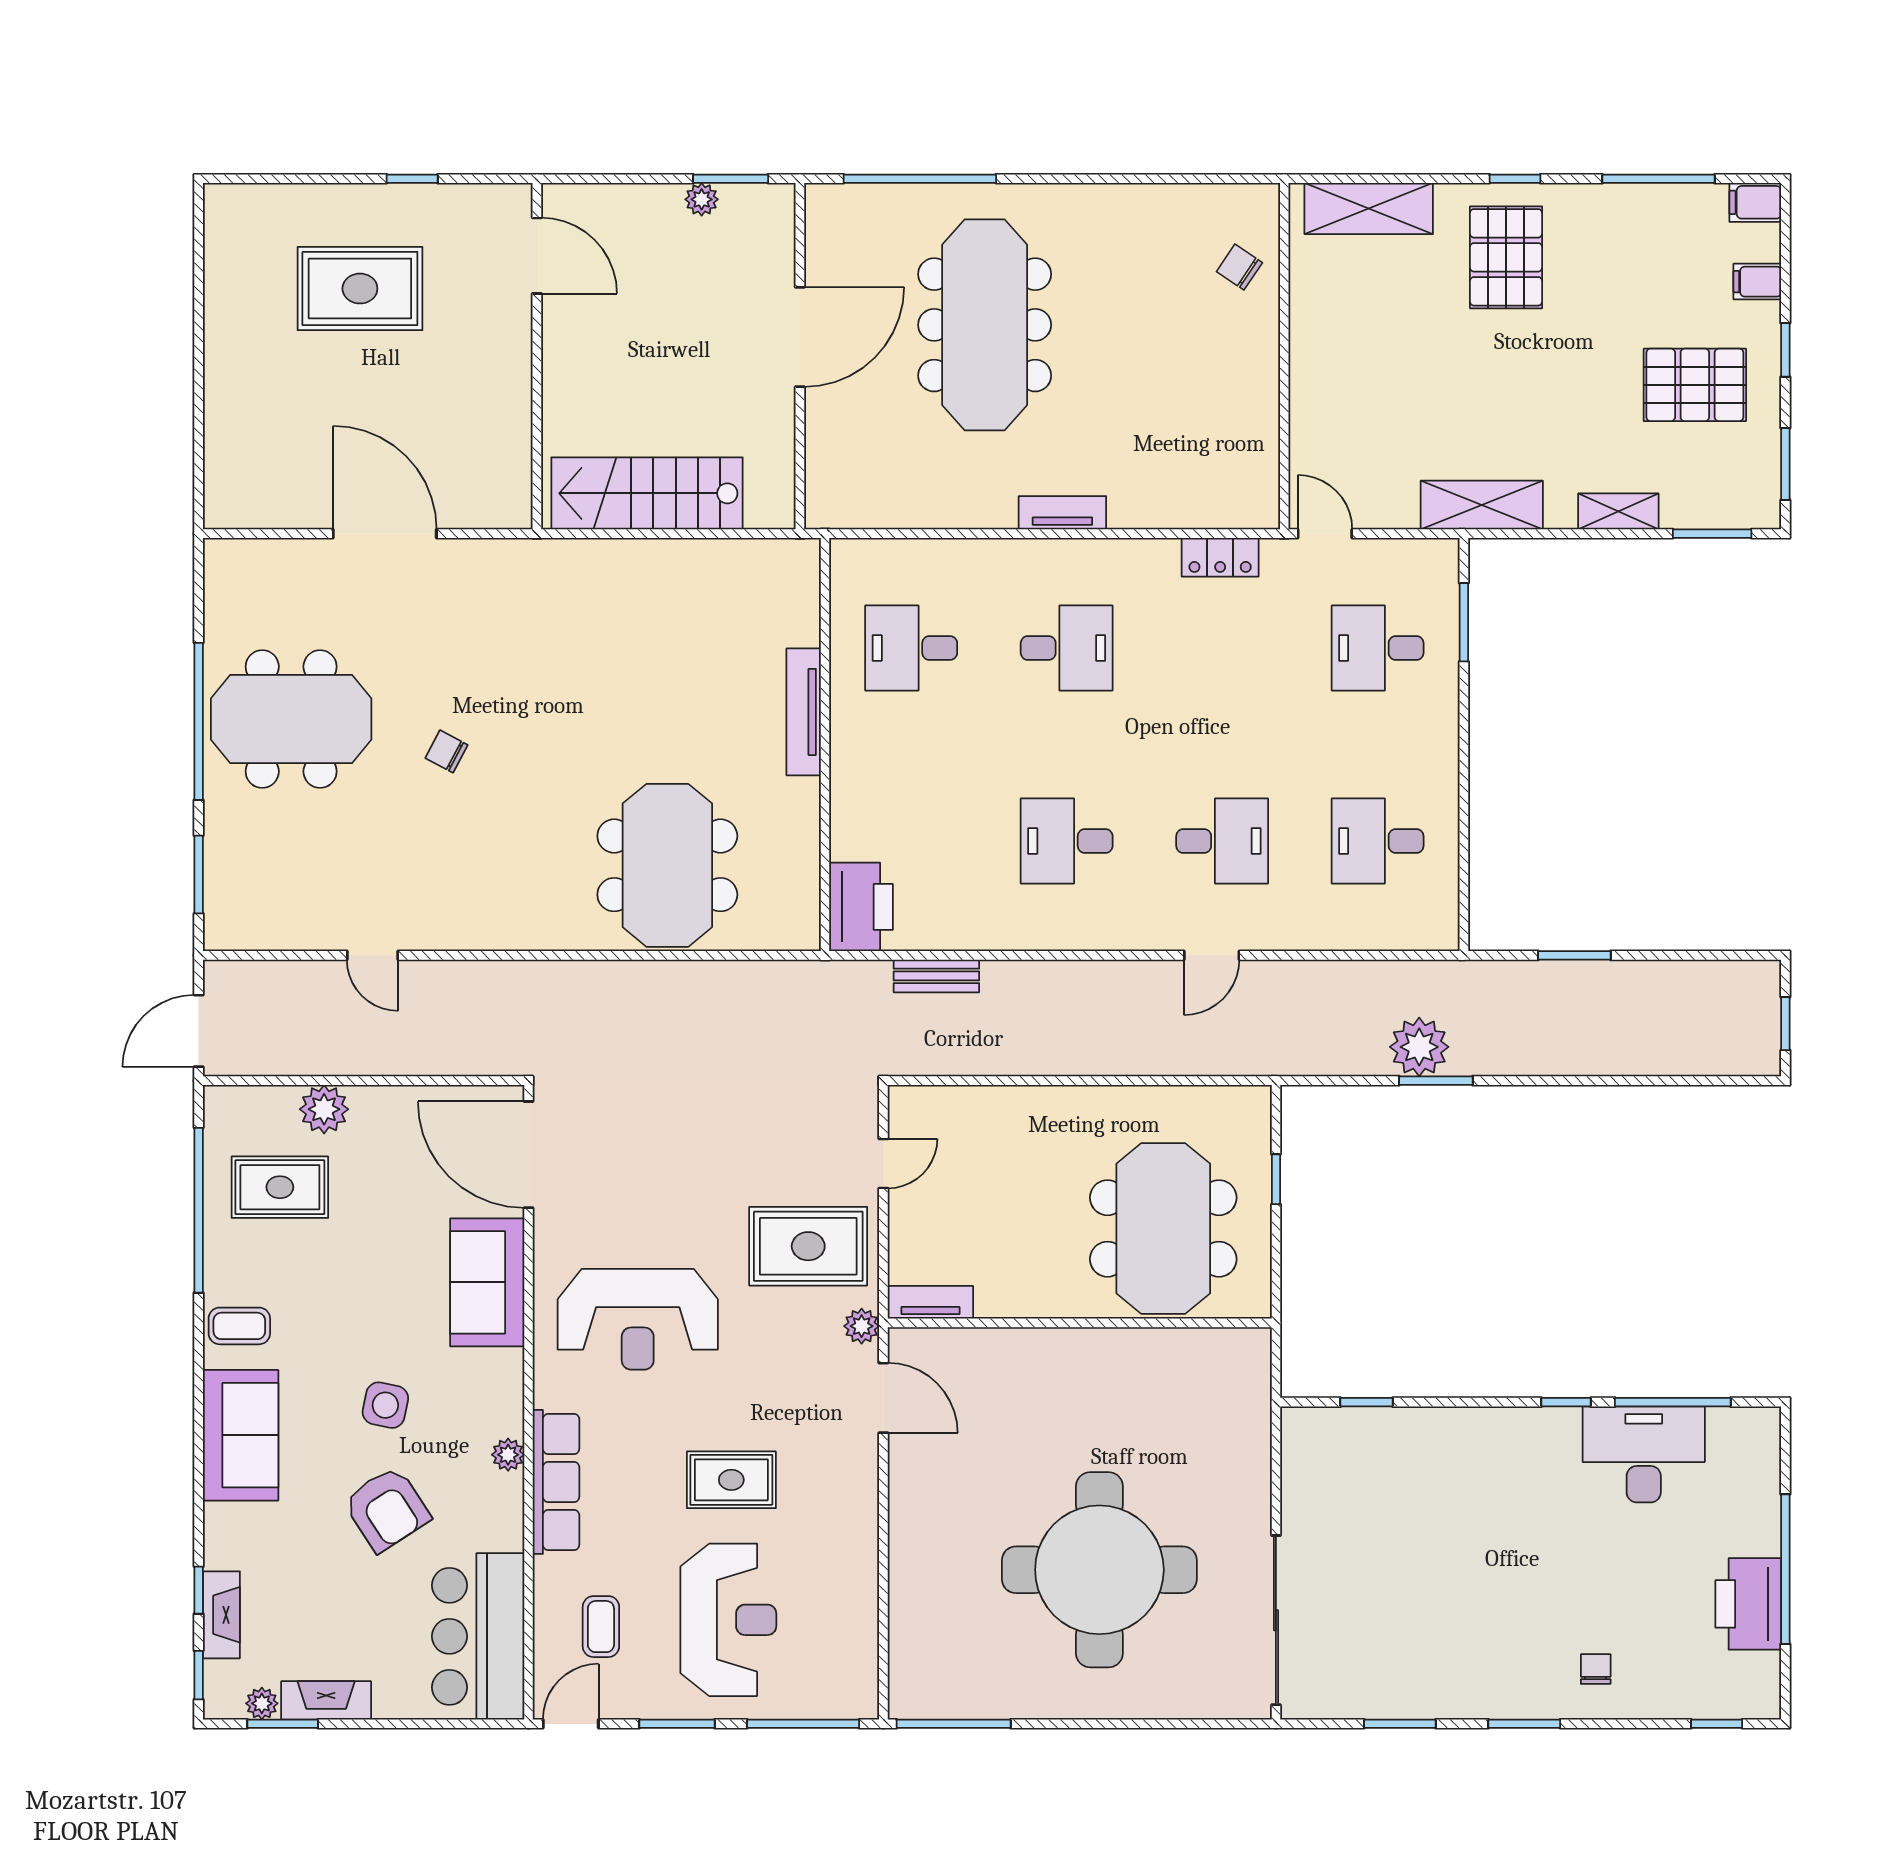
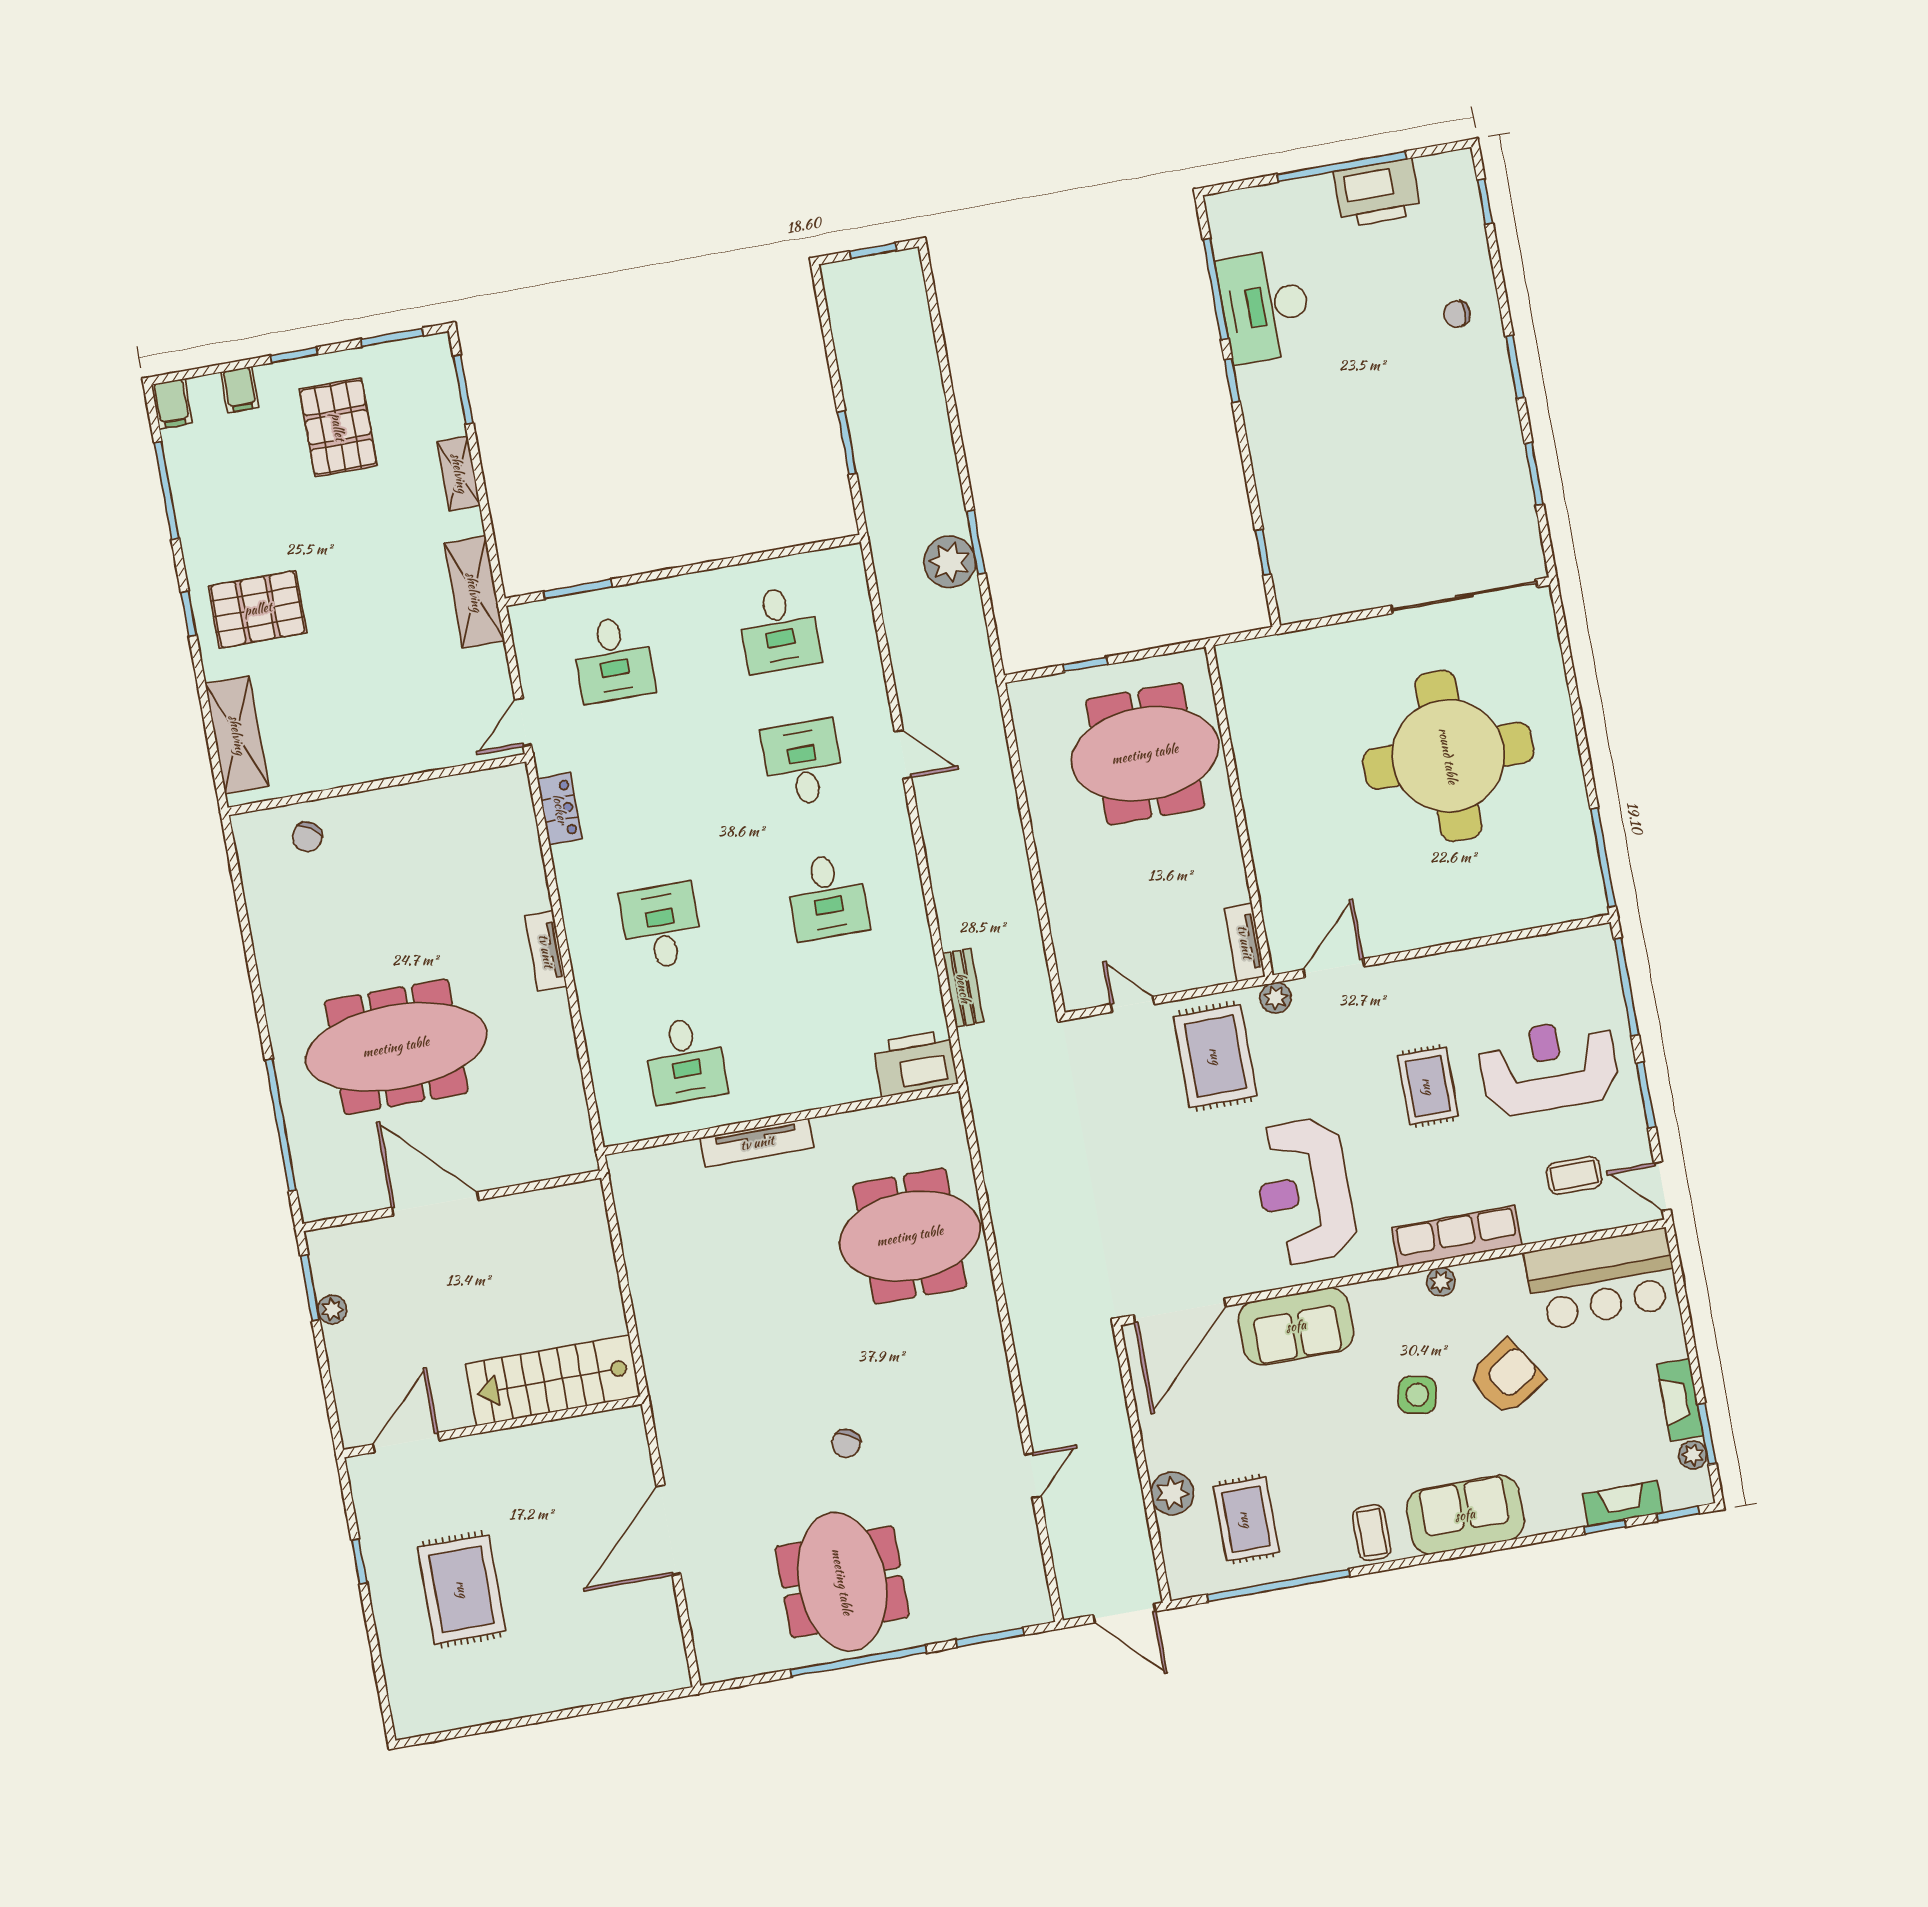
stairs: (647, 493) -> (553, 1380), moved, turned 90
reception desk: (638, 1319) -> (1304, 1191), turned 180

